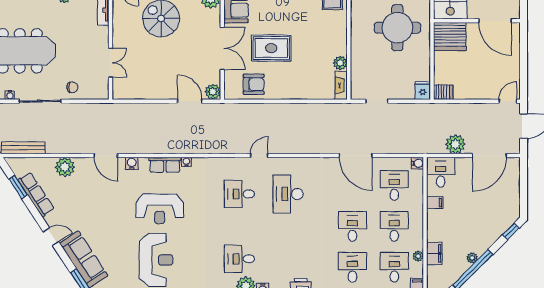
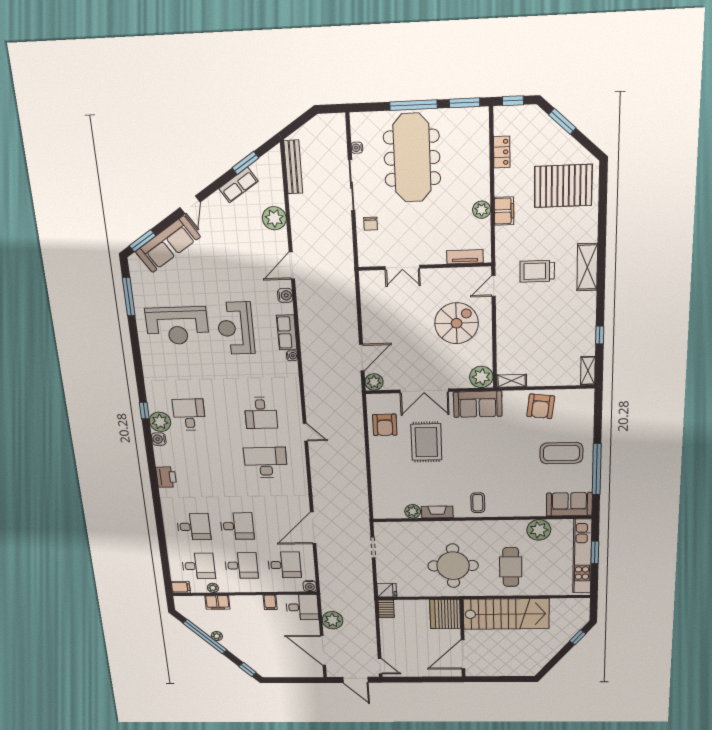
fireplace: (341, 85) -> (437, 512), moved
row of seats: (36, 194) -> (238, 185), width x0.68
desk: (239, 194) -> (261, 413), turned 180

